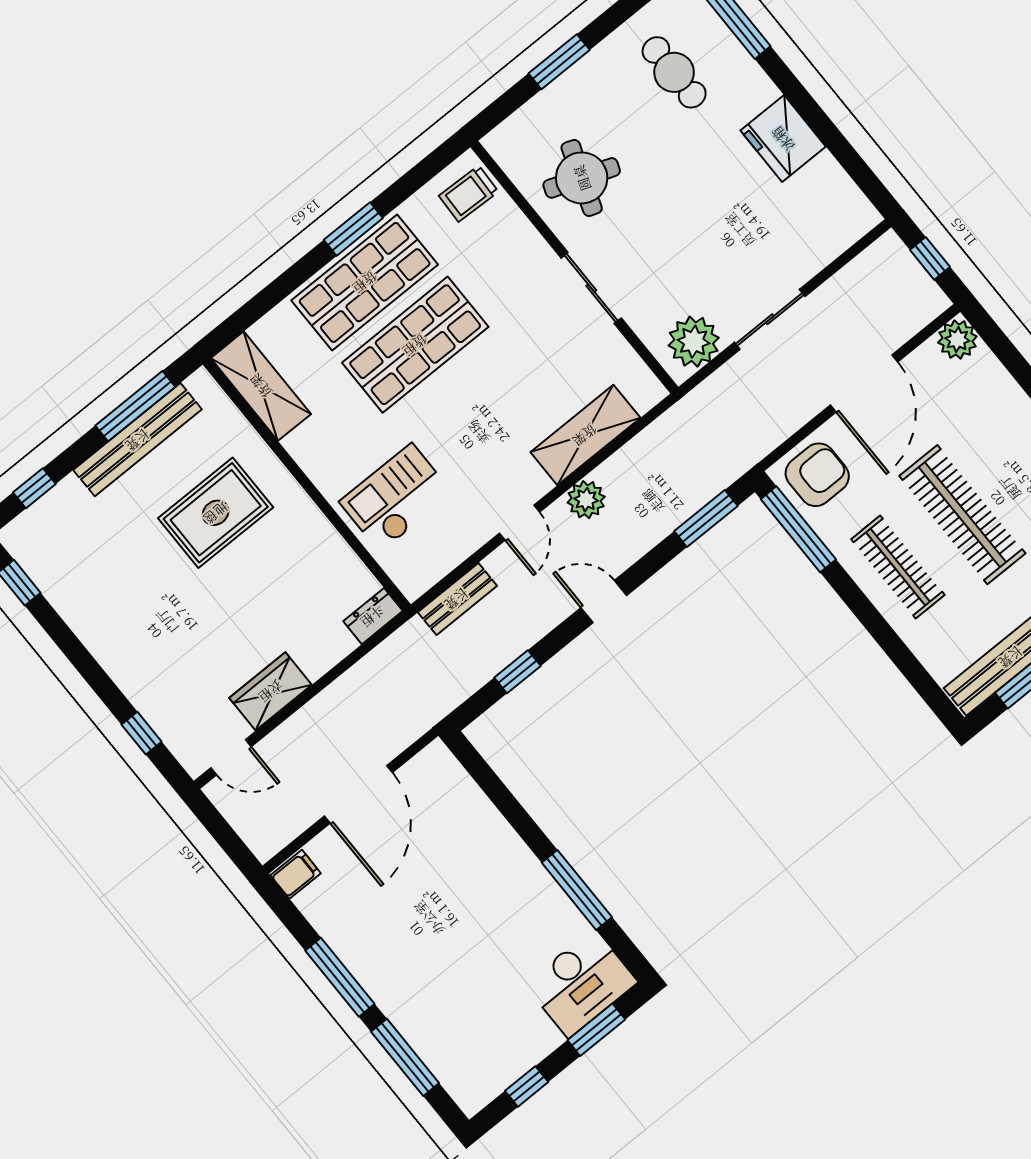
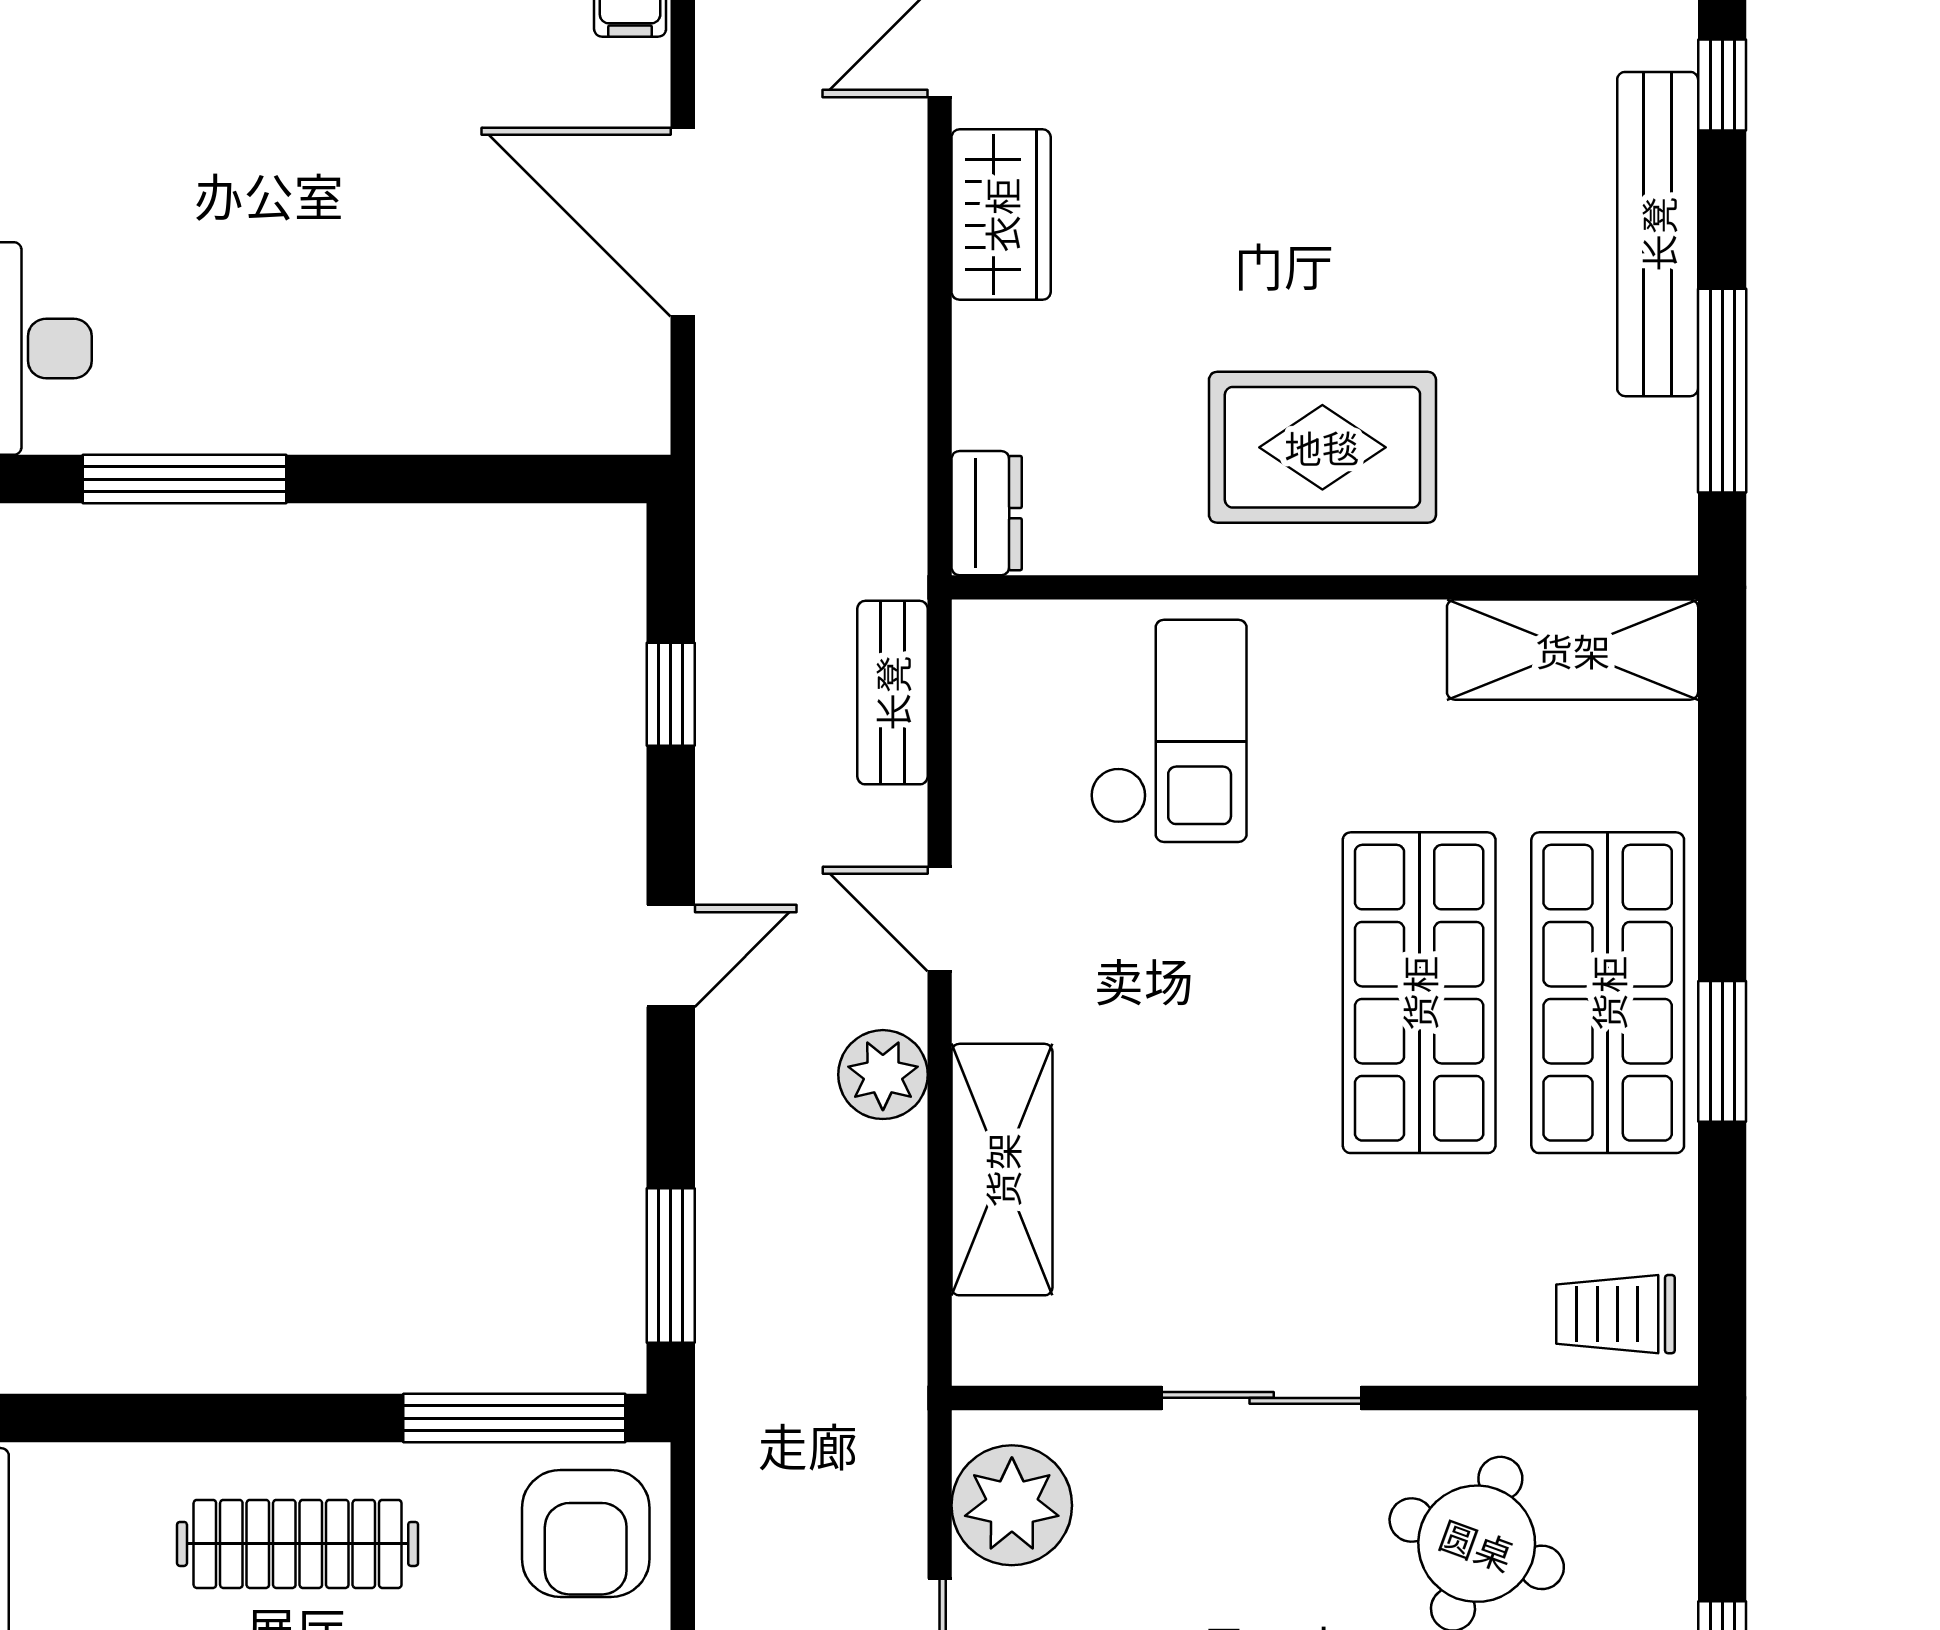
trolley: (469, 194) -> (1615, 1314), turned -92
bench: (138, 440) -> (1658, 234), moved
rug: (216, 513) -> (1322, 447), moved, turned 90

